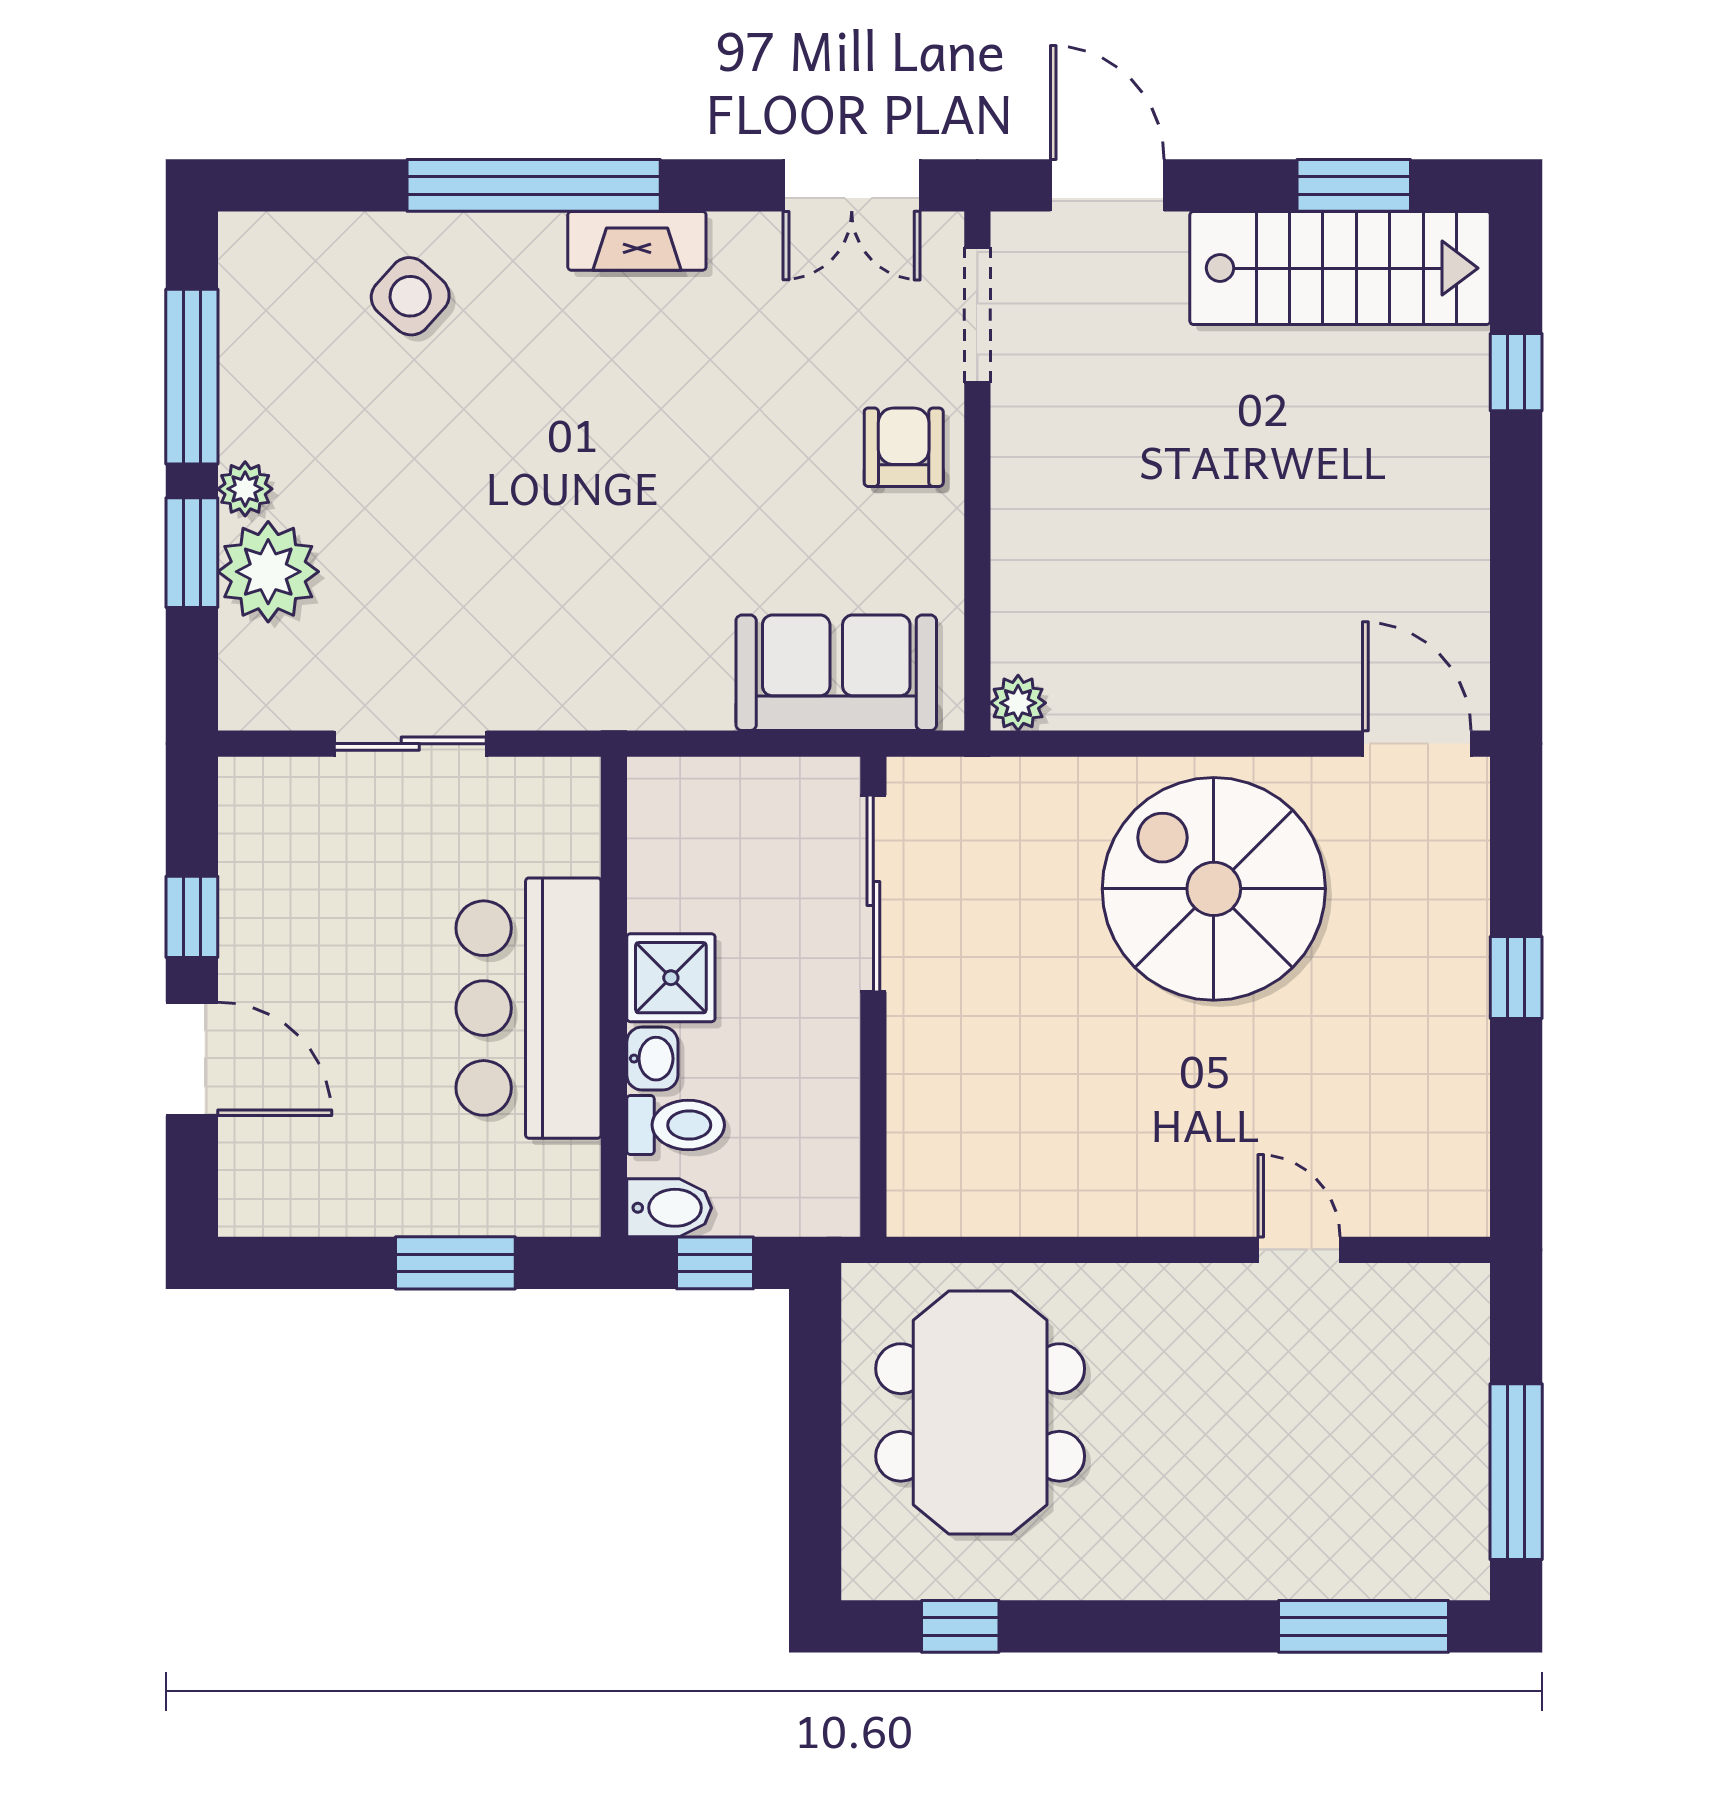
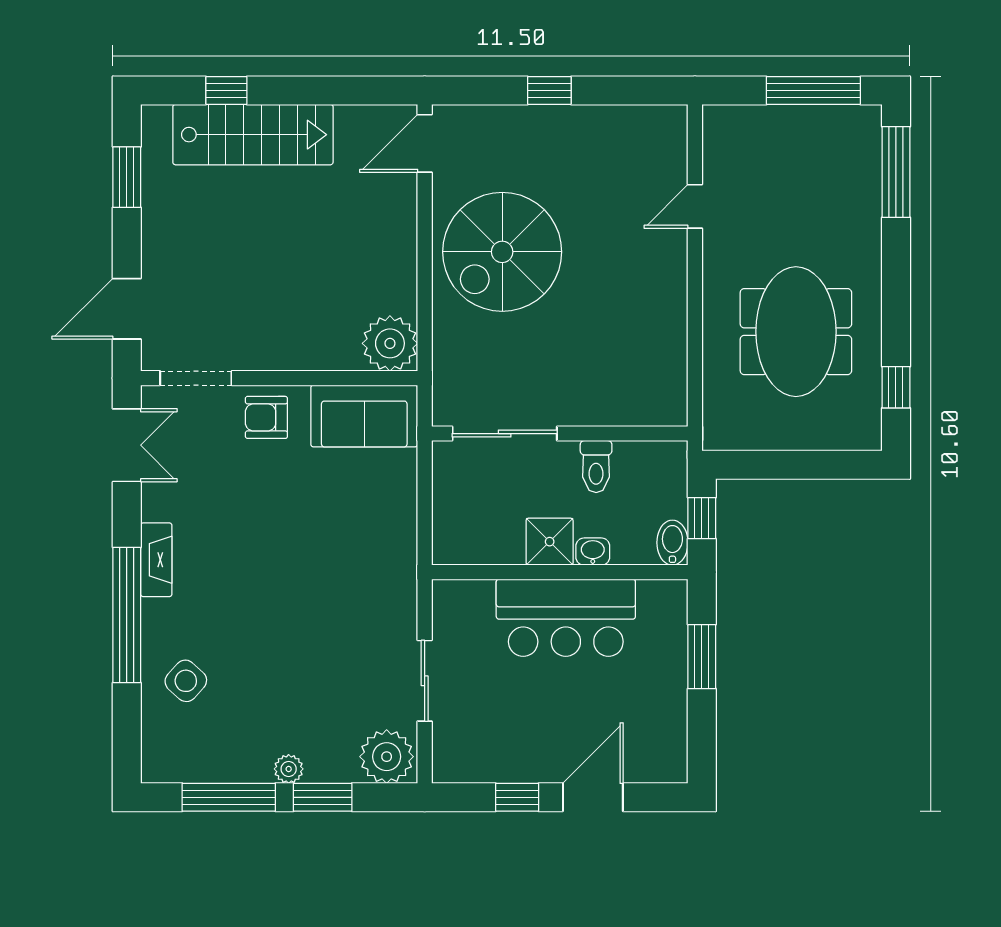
stairs: (1340, 268) -> (253, 135), moved, turned 90
plant: (268, 572) -> (387, 757), moved
sofa: (836, 673) -> (364, 416), moved, turned -90
plant: (1018, 703) -> (390, 343), width x1.88, depth x1.88
toilet: (676, 1125) -> (596, 466), moved, turned 180
meeting table: (980, 1412) -> (796, 332), moved, turned 90

